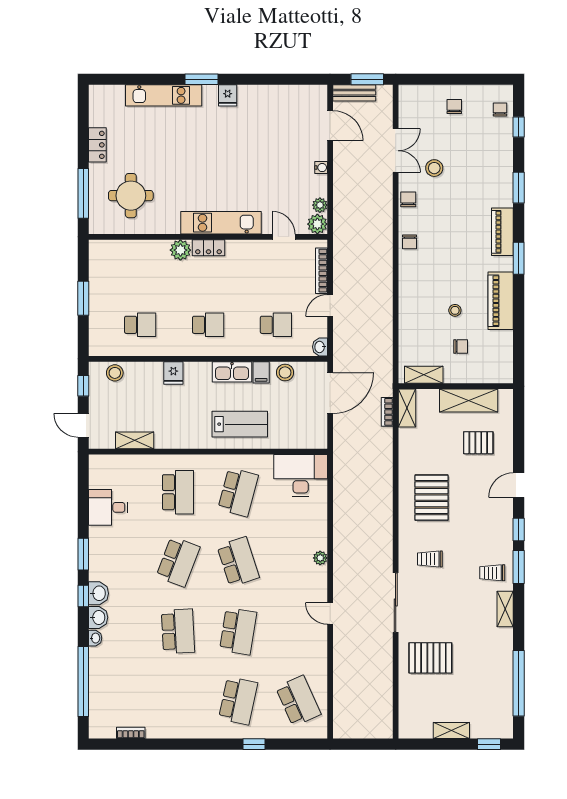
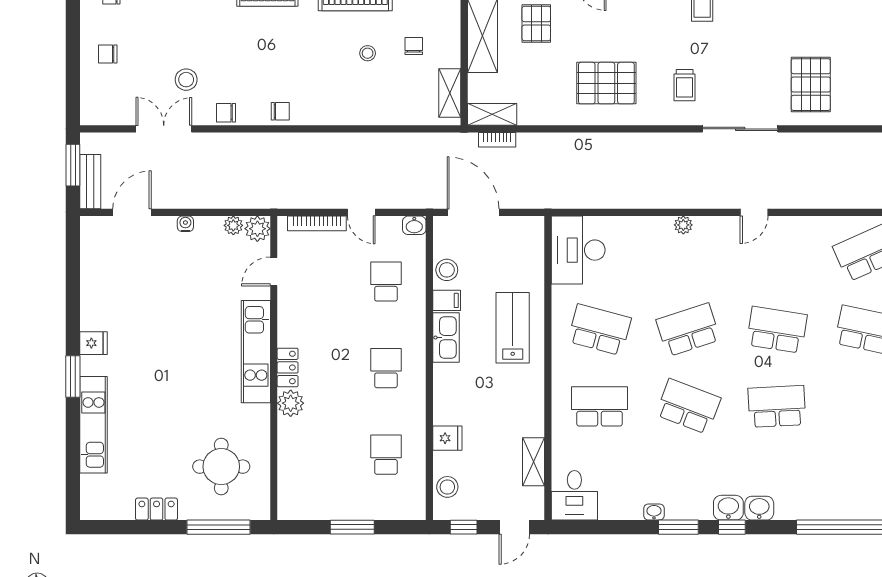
fridge: (173, 373) -> (447, 438), moved
desk: (108, 507) -> (574, 495), moved
washbasin: (95, 638) -> (654, 512), moved

